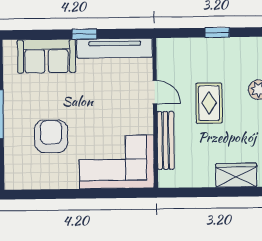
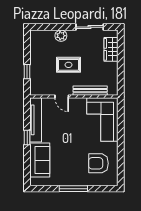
window: (217, 32) -> (27, 72), moved
door: (155, 92) -> (62, 97), swing flipped
armchair: (51, 136) -> (98, 163), moved

